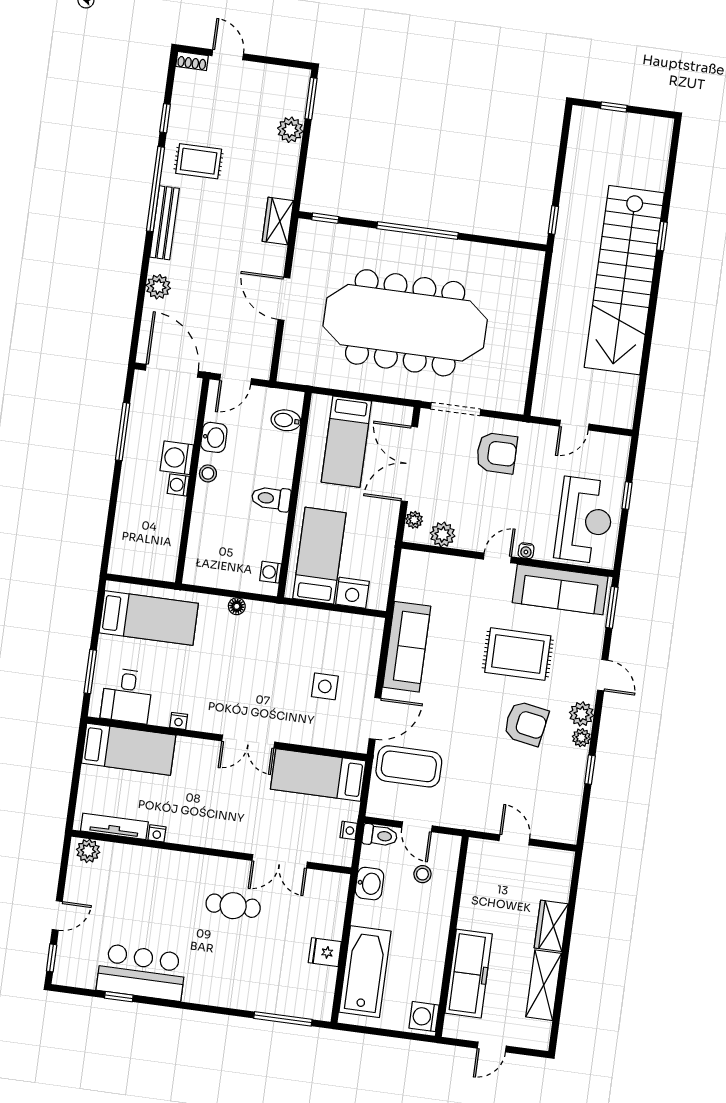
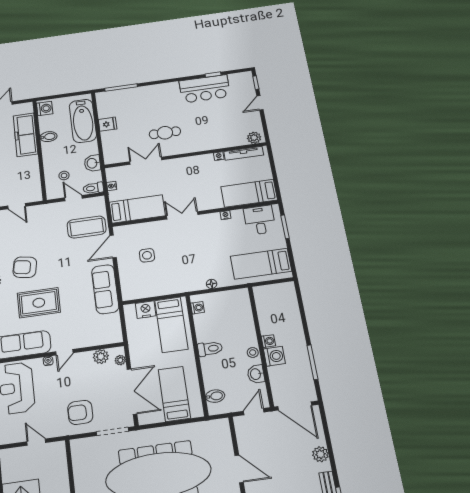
door: (574, 425) -> (36, 442), hinge flipped
bidet: (431, 958) -> (48, 137), added

